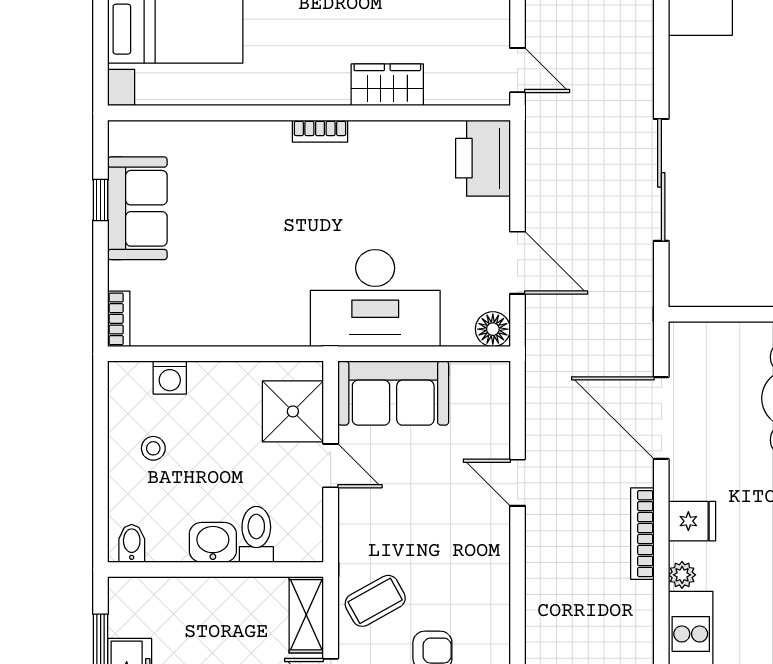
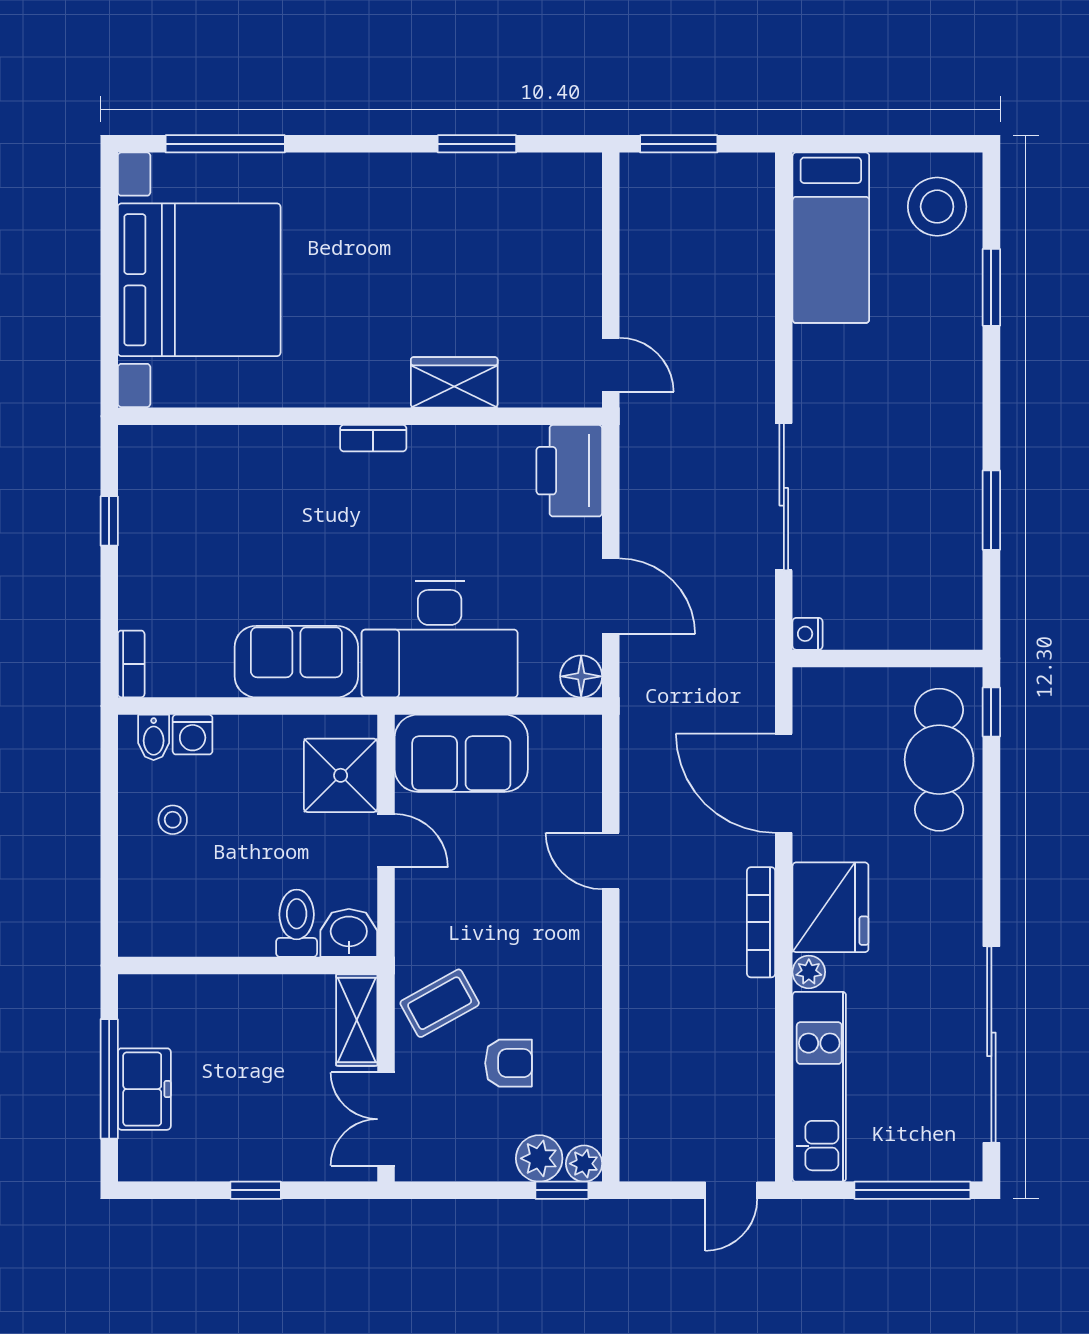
sofa: (137, 208) -> (296, 662), moved, turned -90
nightstand: (681, 294) -> (807, 634), added
fridge: (692, 521) -> (830, 907), width x1.88, depth x1.34
washbasin: (213, 542) -> (349, 933), moved
bidet: (132, 543) -> (154, 737), moved, turned 180

